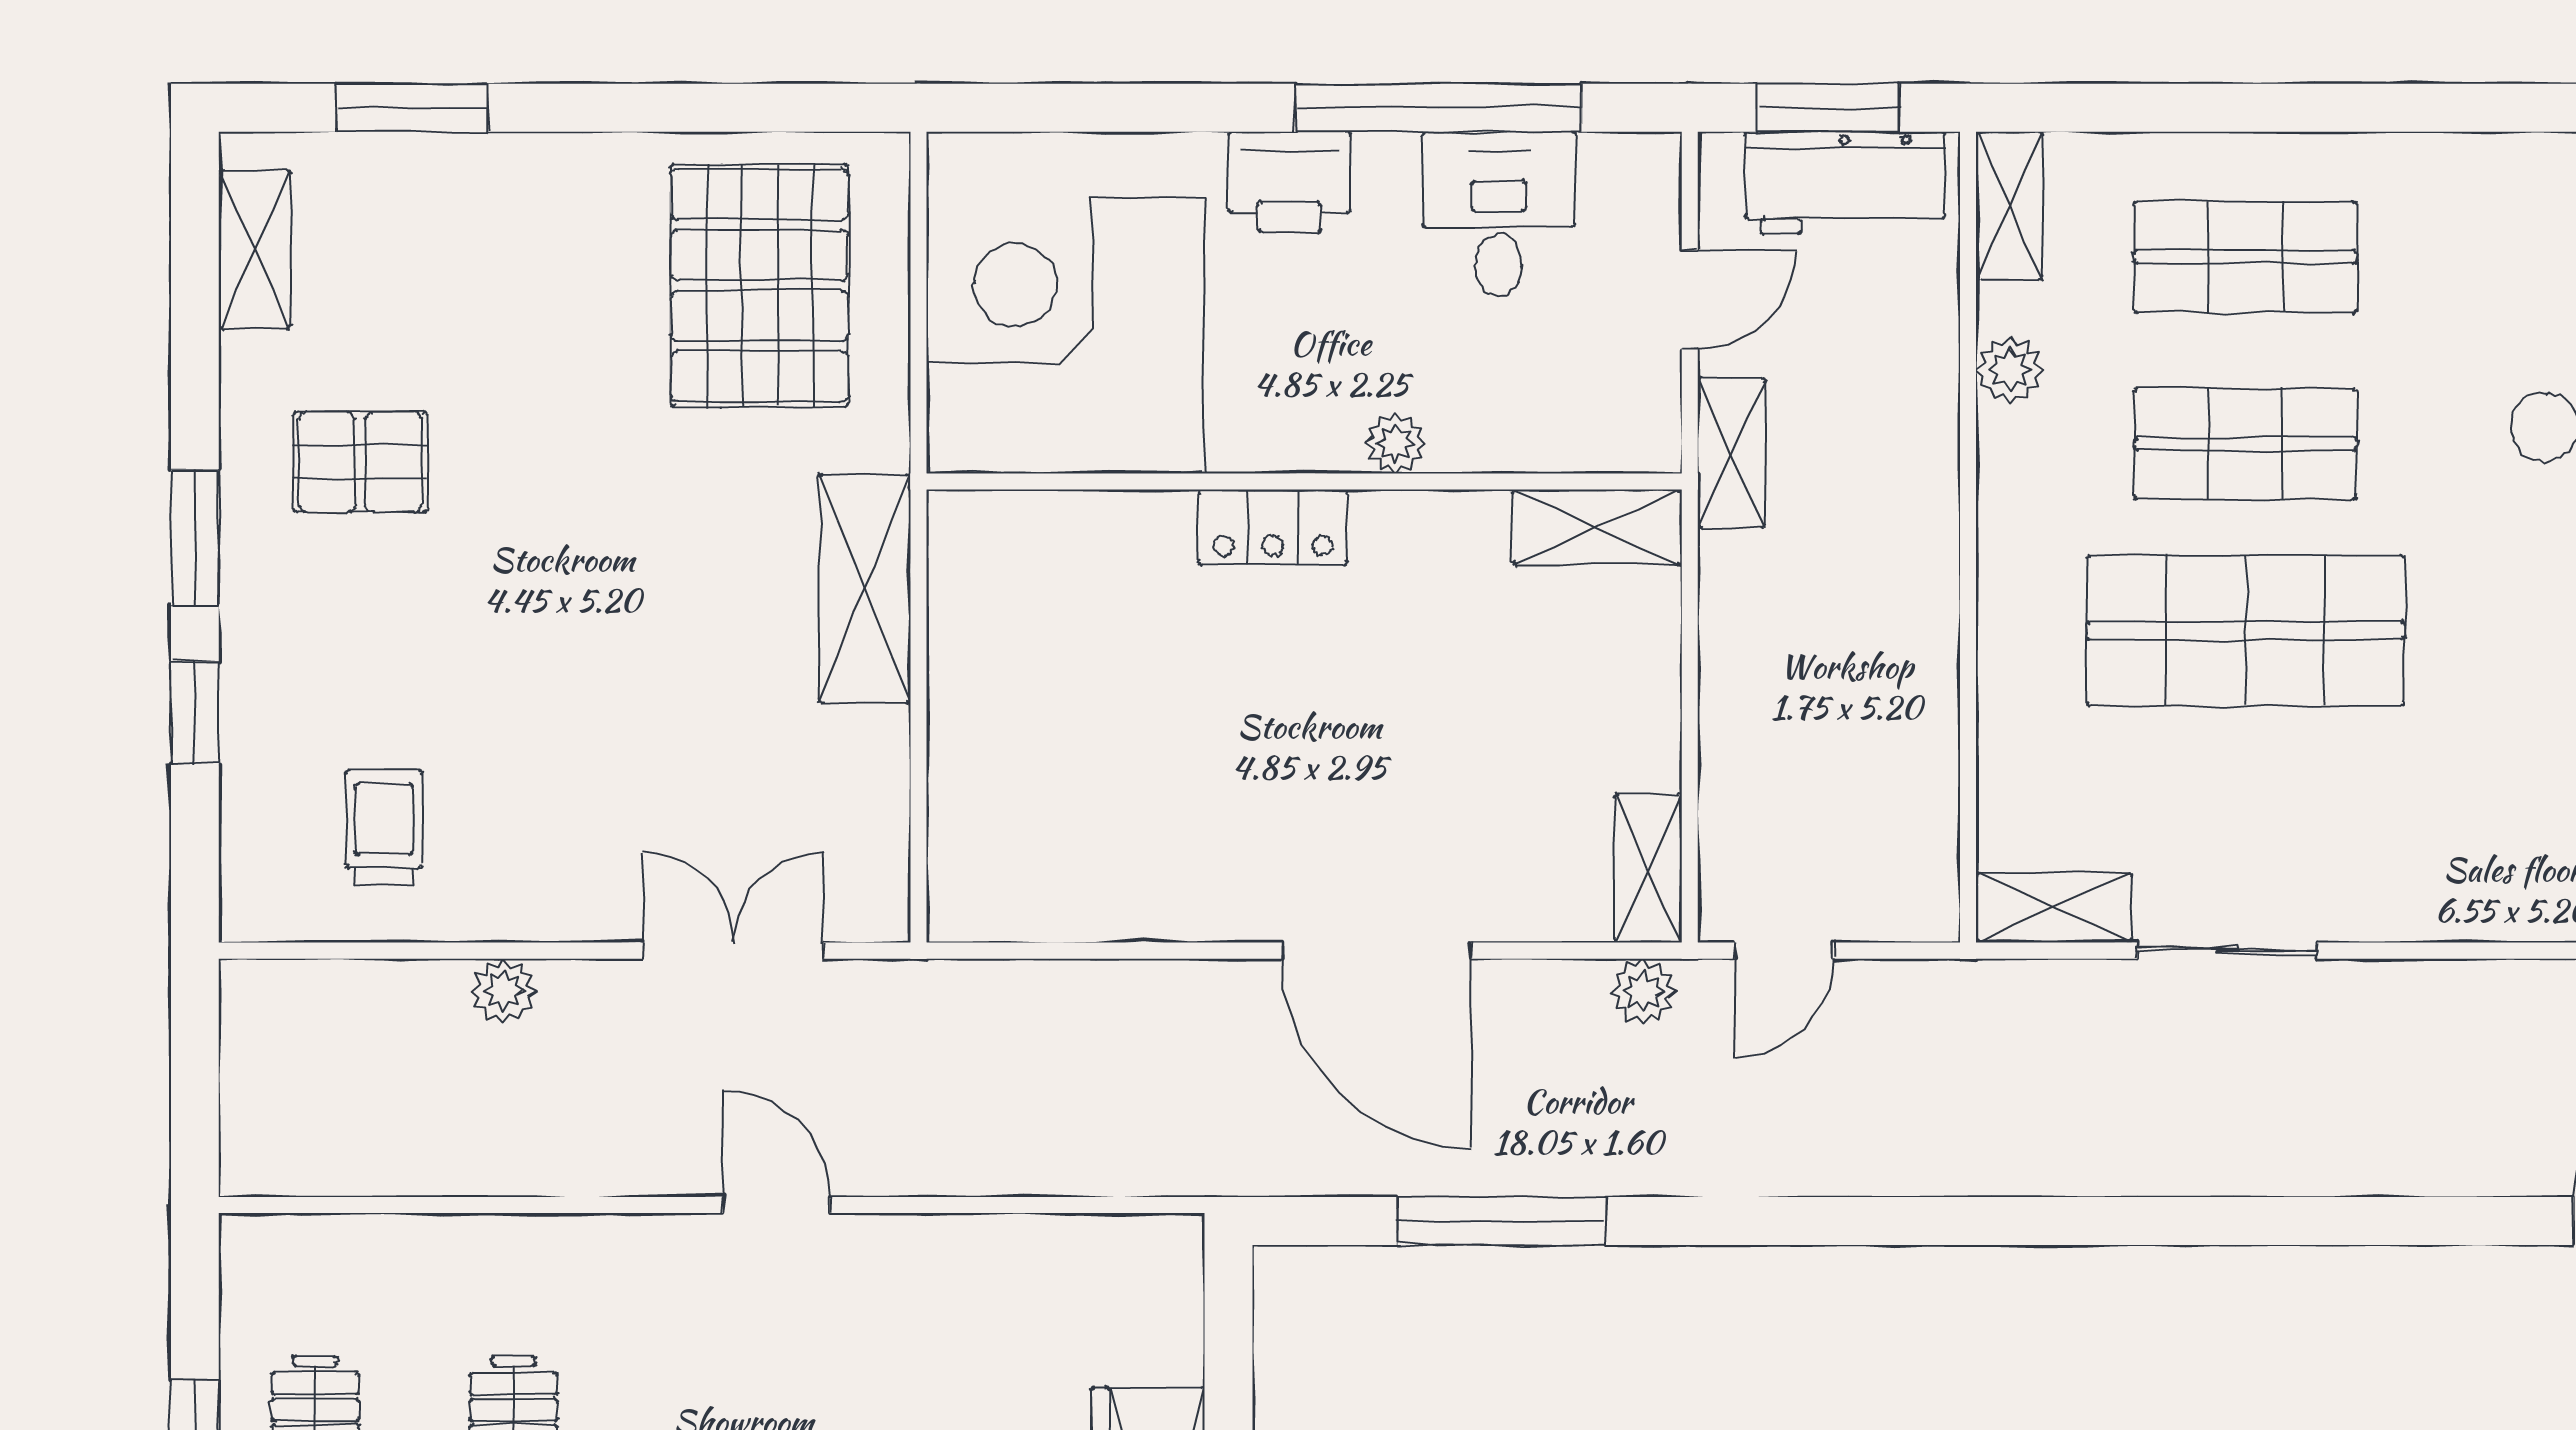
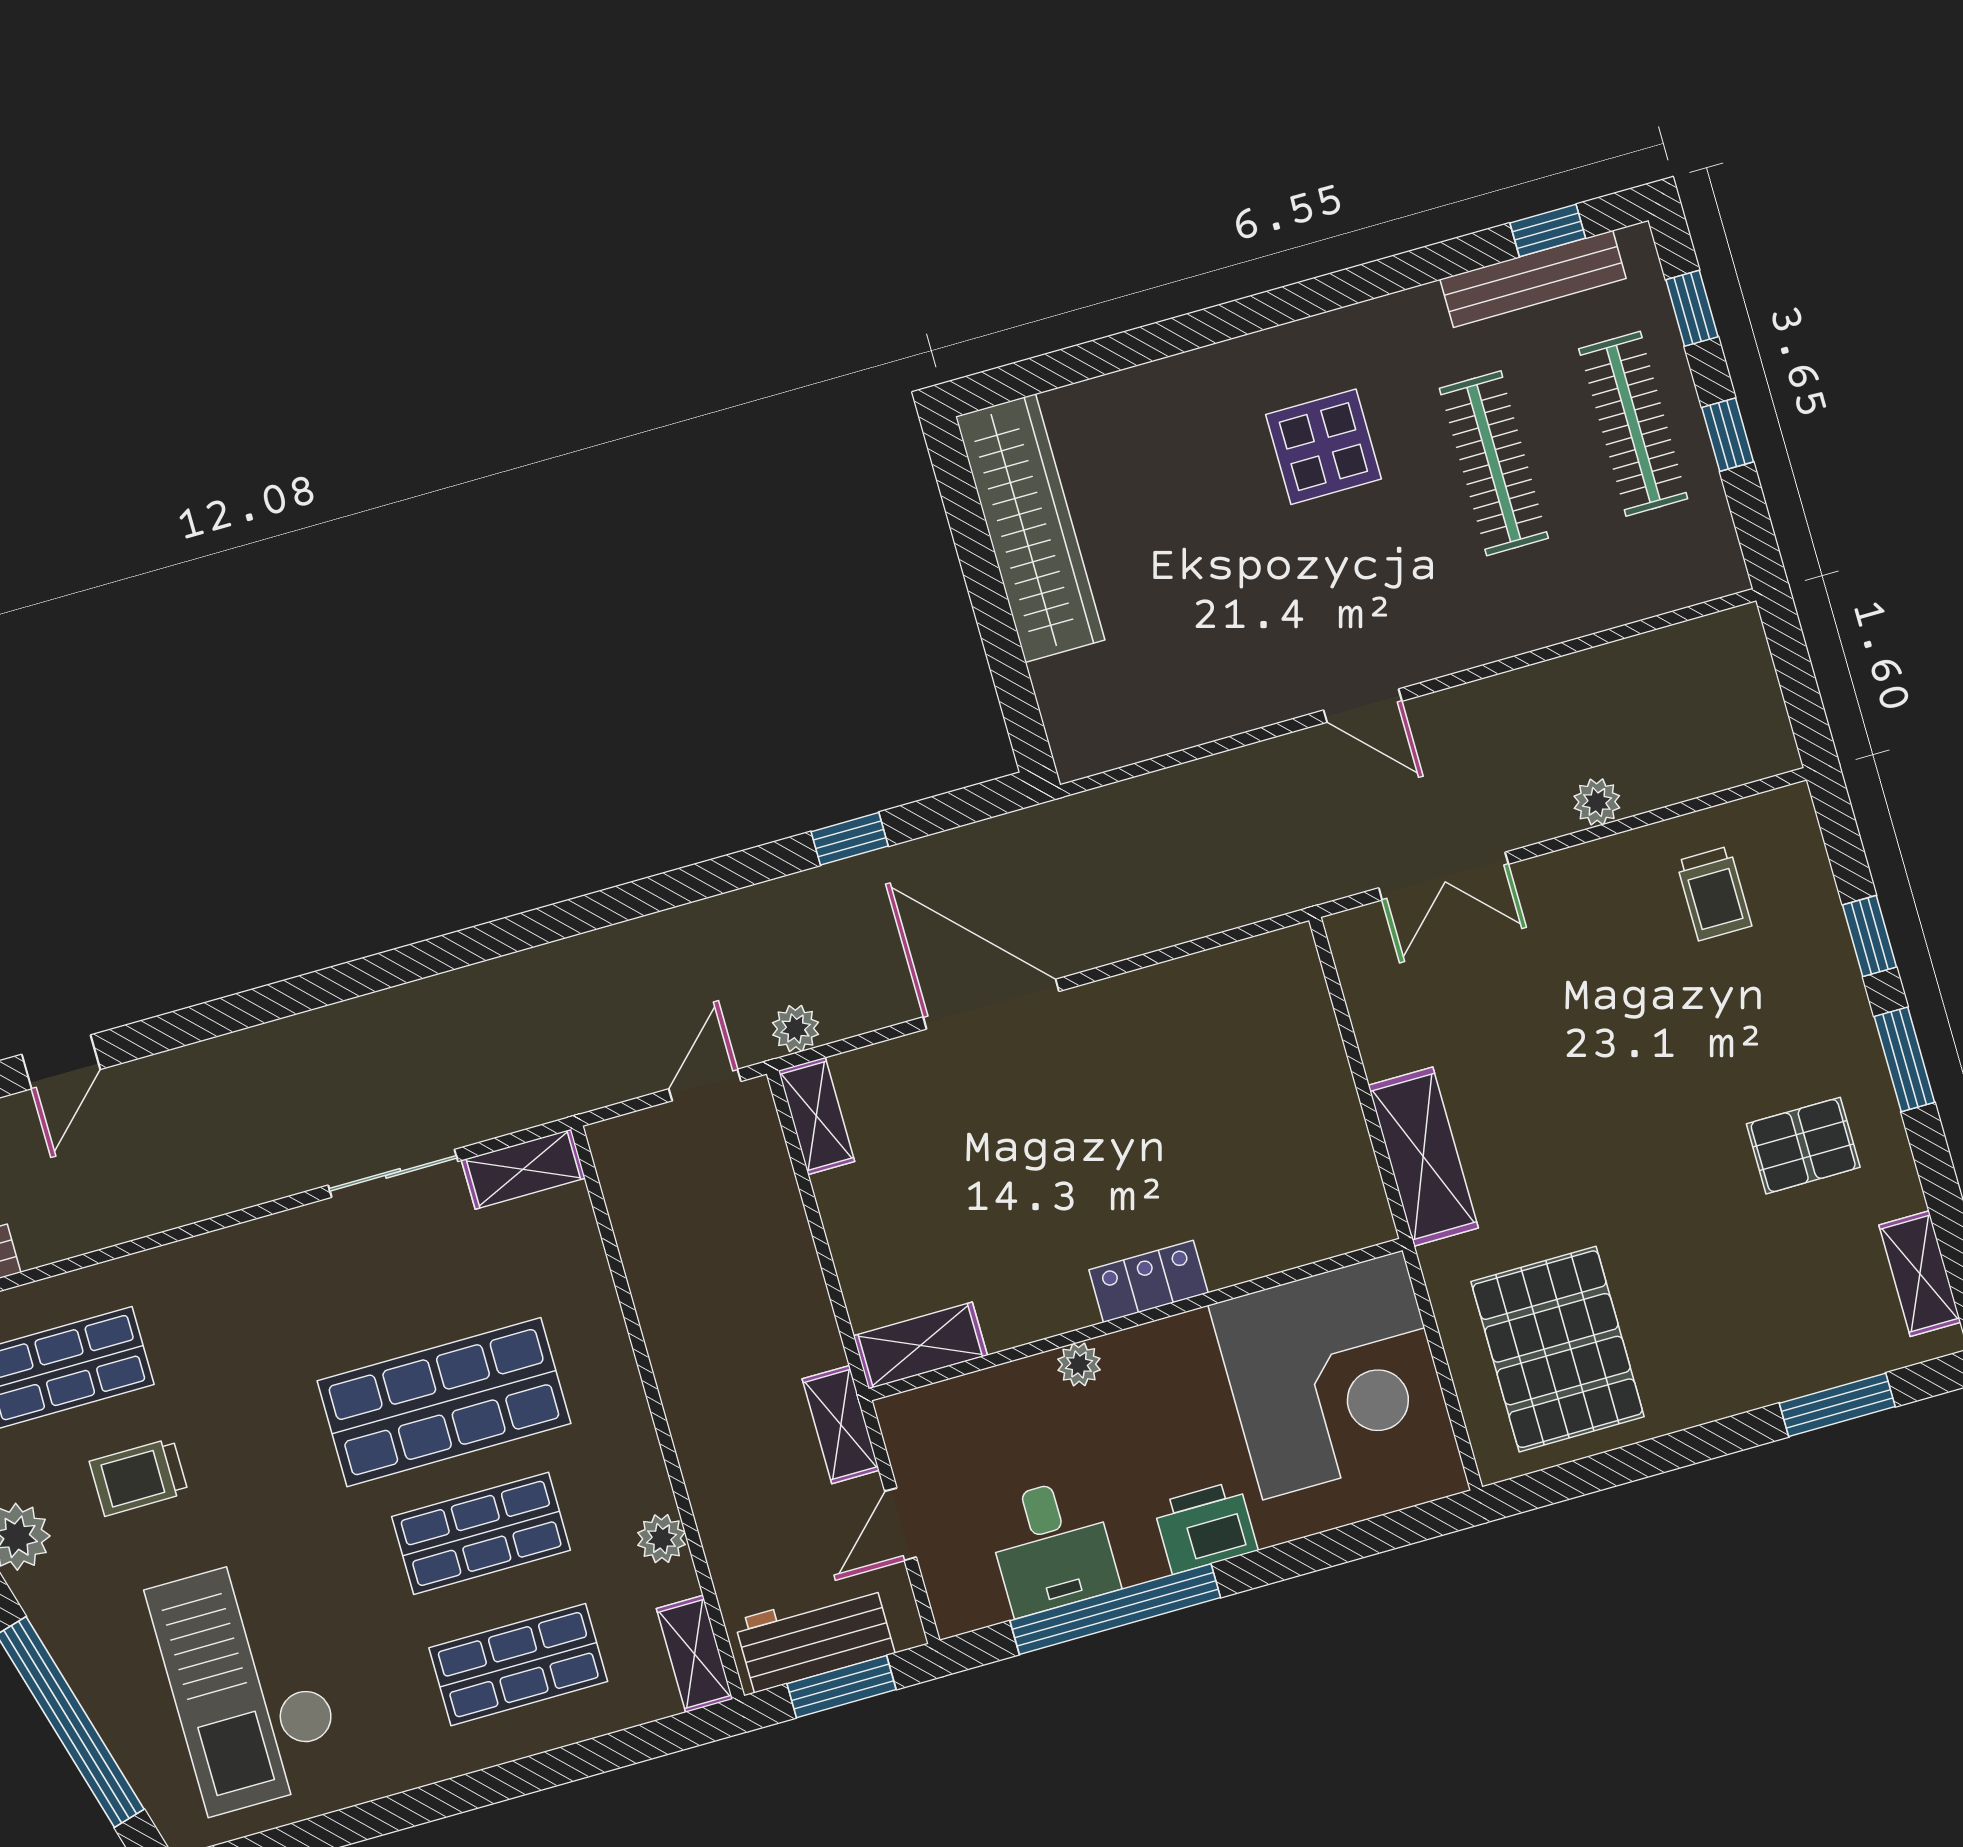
window: (1502, 1221) -> (850, 839), width x0.46

